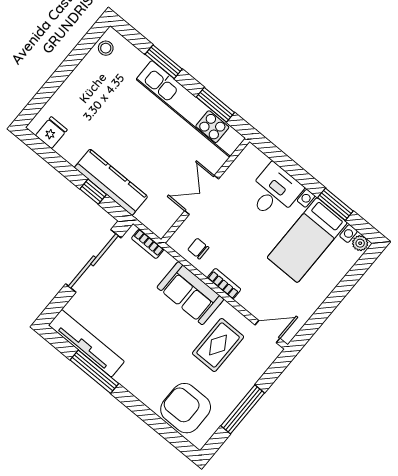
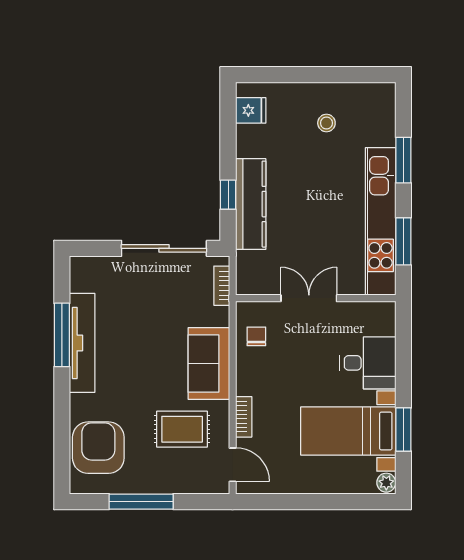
stool: (106, 48) -> (326, 123), moved
bookcase: (224, 284) -> (244, 417), moved
tv unit: (86, 343) -> (82, 343), moved

